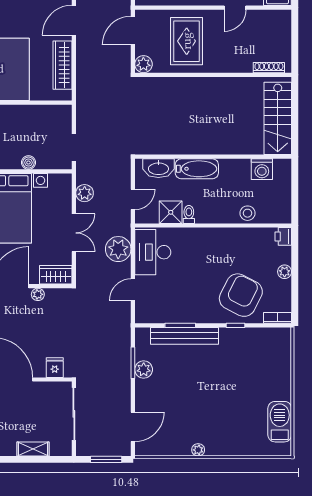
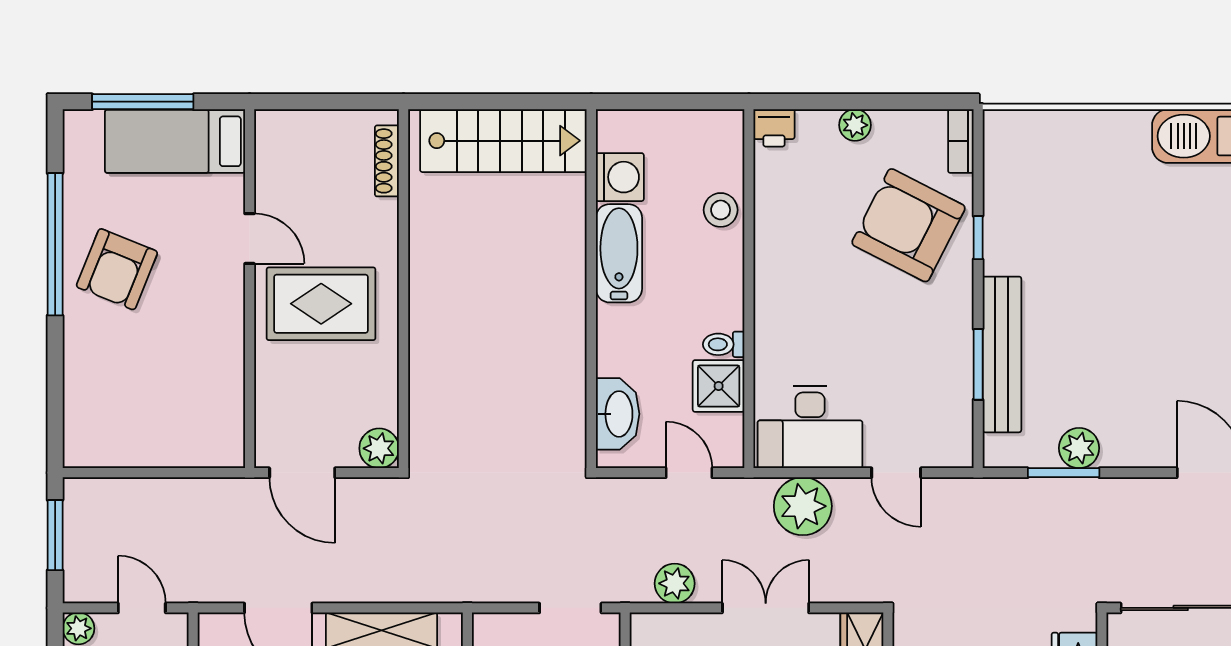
rug: (187, 41) -> (321, 304), moved
bathtub: (197, 169) -> (619, 253), moved

